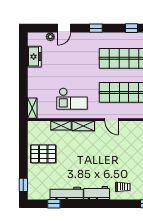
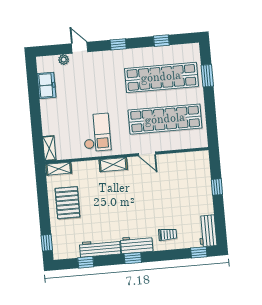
door: (64, 28) -> (80, 48), swing flipped
checkout: (72, 99) -> (97, 133), turned -90
shelving: (61, 125) -> (59, 169), moved
pallet: (43, 154) -> (67, 203), turned 90
window: (93, 204) -> (133, 258), added

